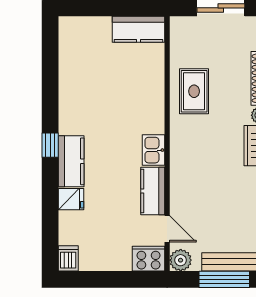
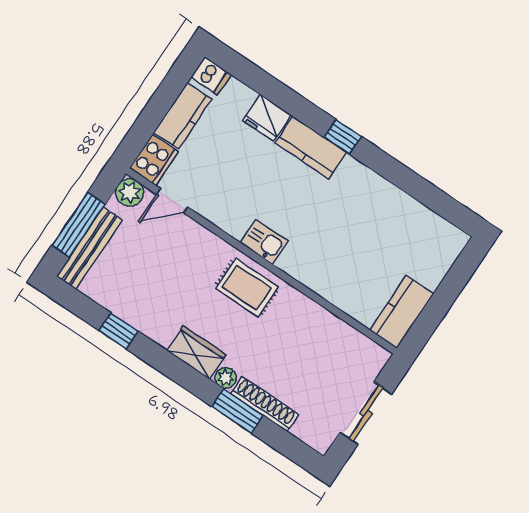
rug: (194, 91) -> (247, 288), moved
kitchen counter: (153, 191) -> (183, 116), moved, turned 90
fridge: (71, 199) -> (267, 118), width x1.38

